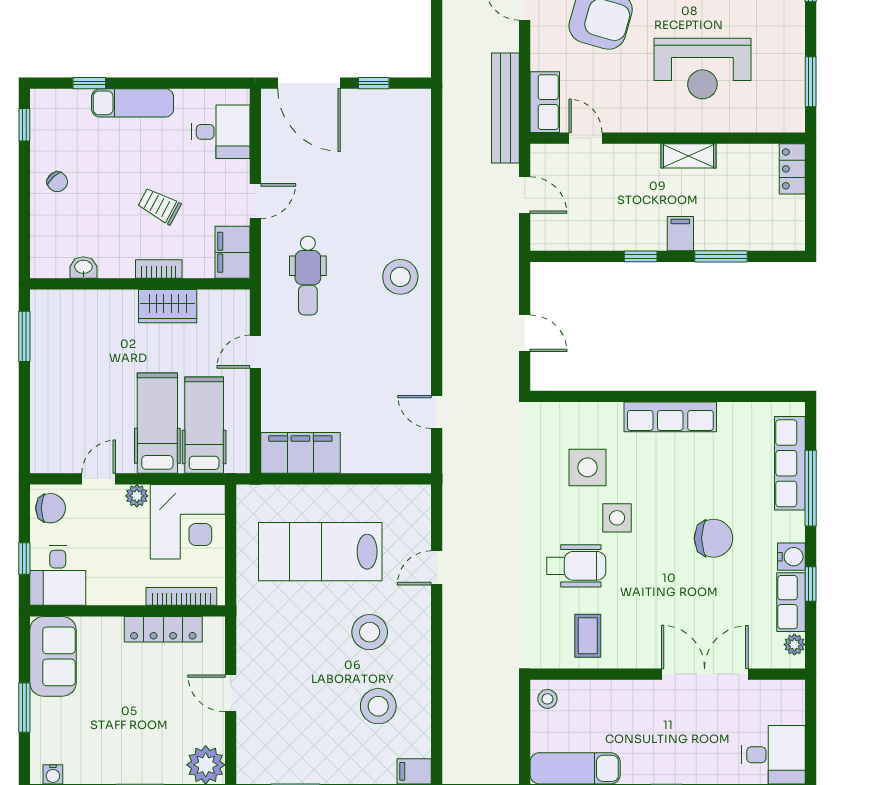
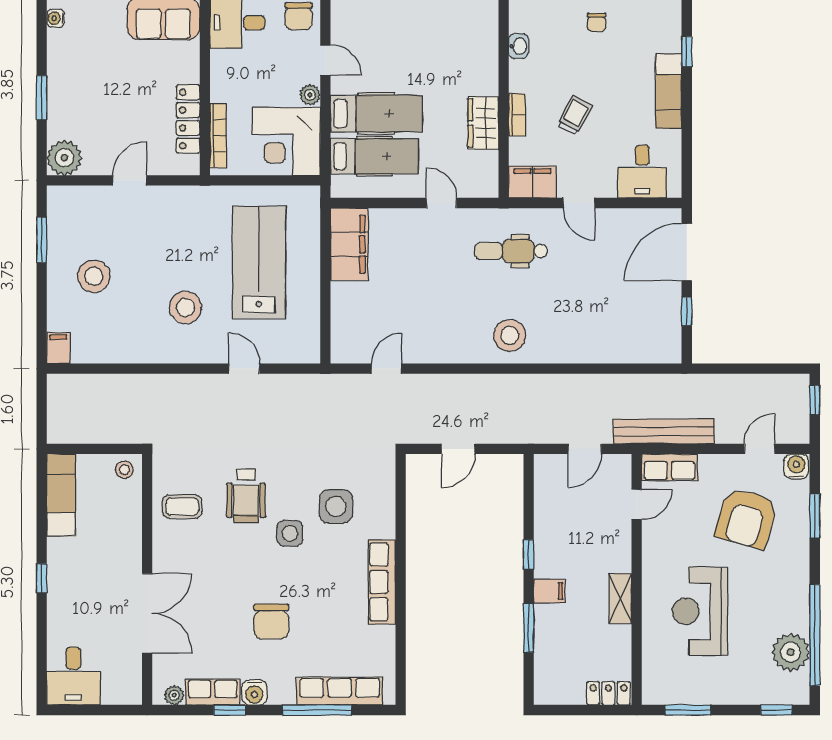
chair: (57, 182) -> (597, 22), turned -48
stool: (378, 706) -> (94, 276), moved

